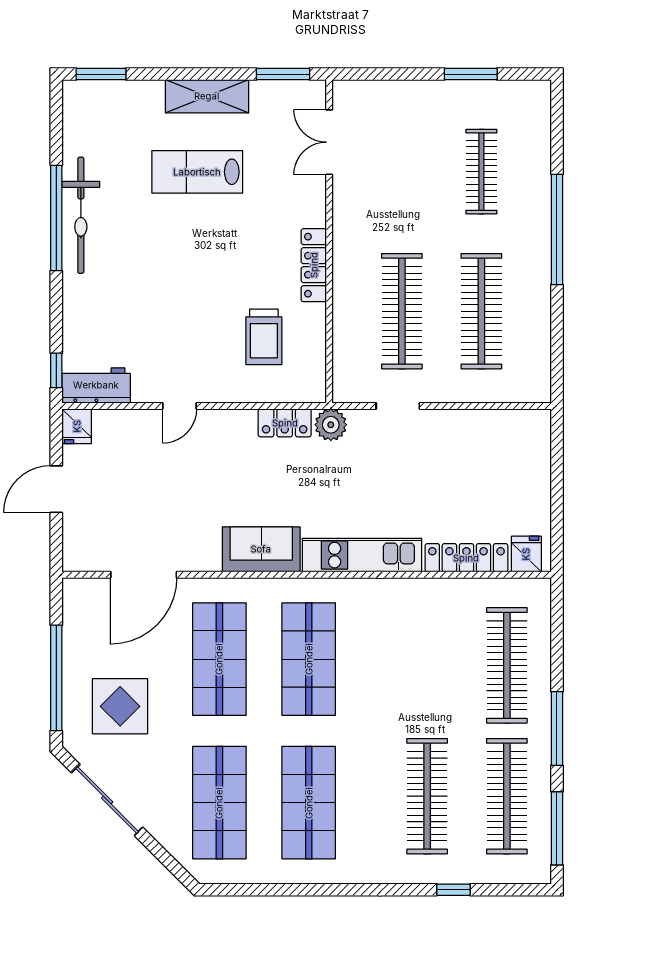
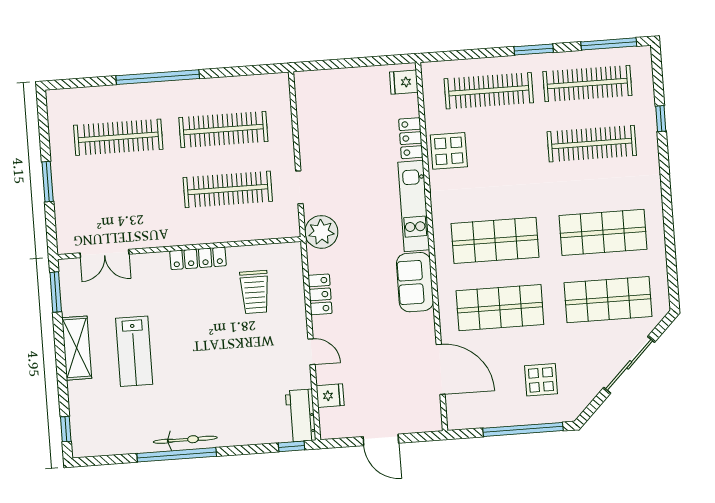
window: (101, 74) -> (66, 429), width x0.67
window: (471, 74) -> (48, 182), moved
clothes rail: (481, 172) -> (118, 137), width x1.37, depth x1.31
bicycle: (81, 215) -> (185, 440), width x0.73, depth x0.71
trolley: (264, 337) -> (255, 292), turned 90
locker: (285, 423) -> (320, 294), moved
plant: (331, 425) -> (321, 232), width x1.36, depth x1.36
fridge: (77, 426) -> (330, 396), moved
locker: (466, 558) -> (411, 138), width x0.66
display table: (431, 607) -> (449, 151), added
display table: (120, 706) -> (541, 380), width x0.73, depth x0.73
window: (557, 729) -> (534, 49), width x0.69
sliding door: (107, 800) -> (629, 365), moved

